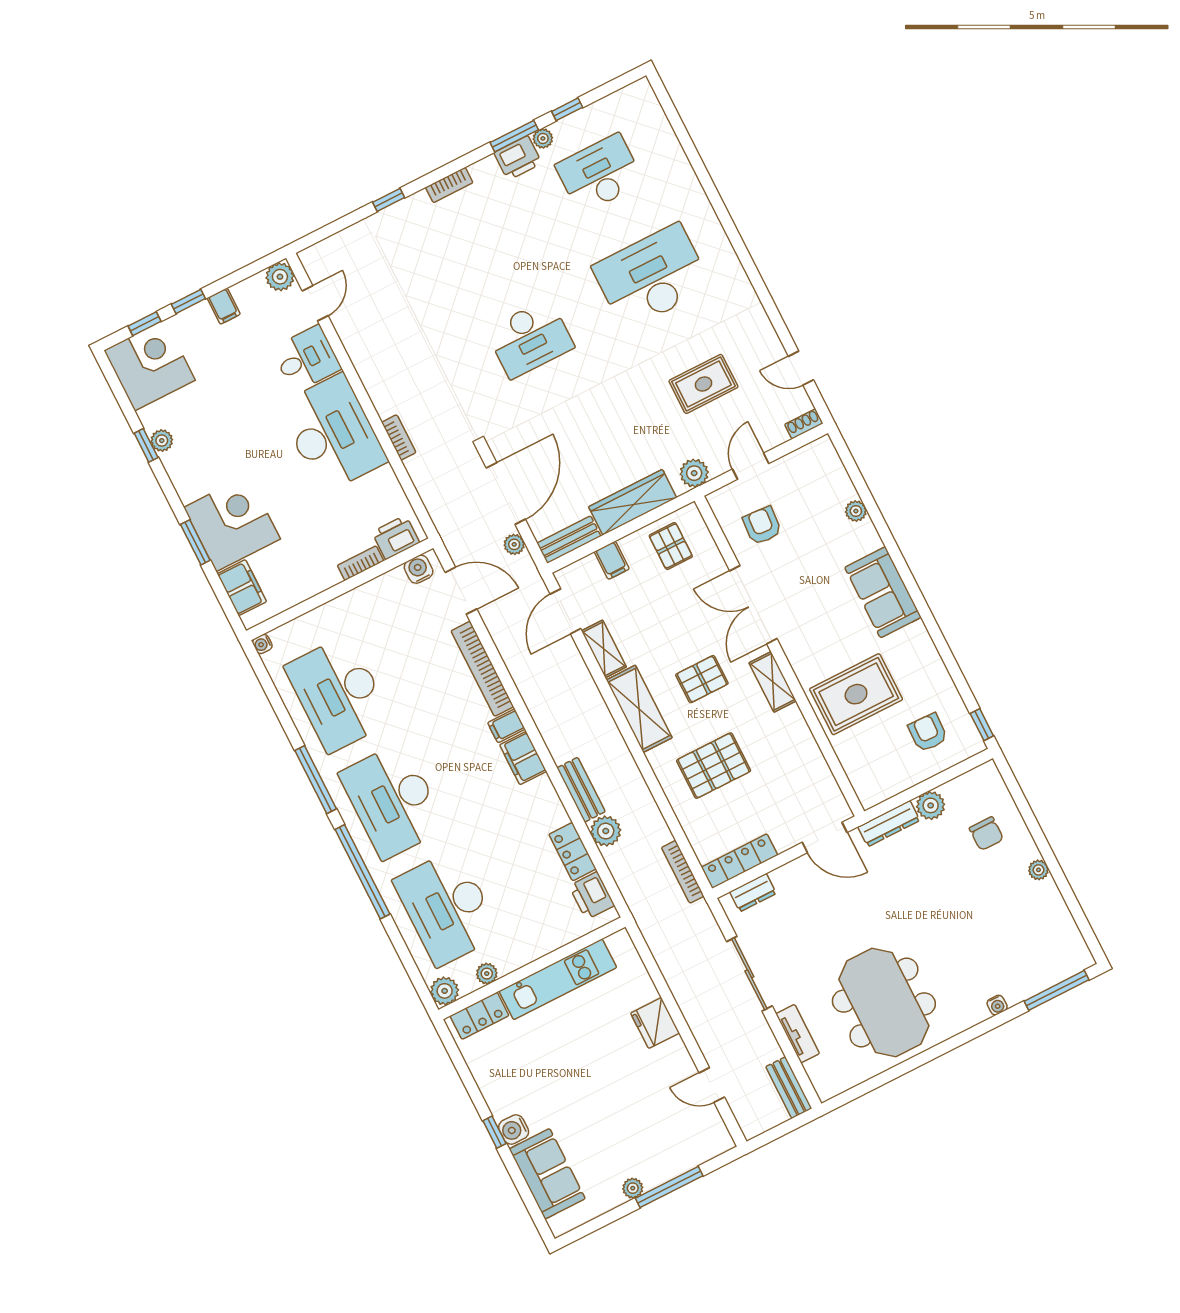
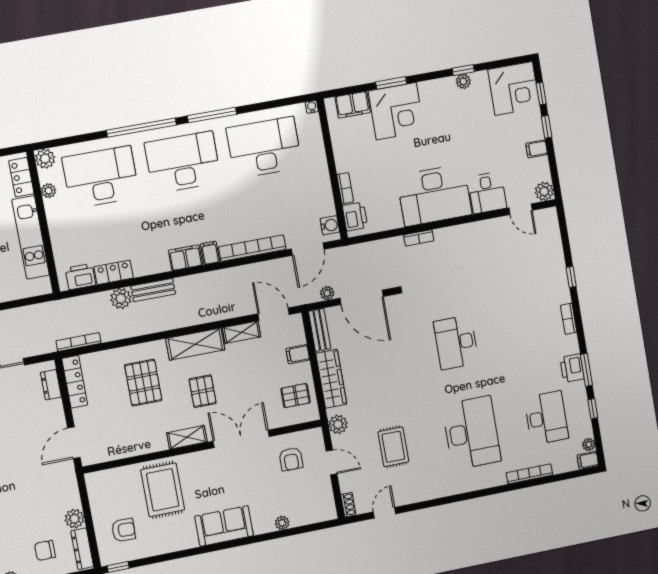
filing cabinet: (643, 93) -> (588, 460), added
plant: (543, 138) -> (589, 445), moved
bookcase: (687, 174) -> (529, 474), added
armchair: (762, 526) -> (291, 459), turned 86
dresser: (889, 824) -> (82, 549), moved

